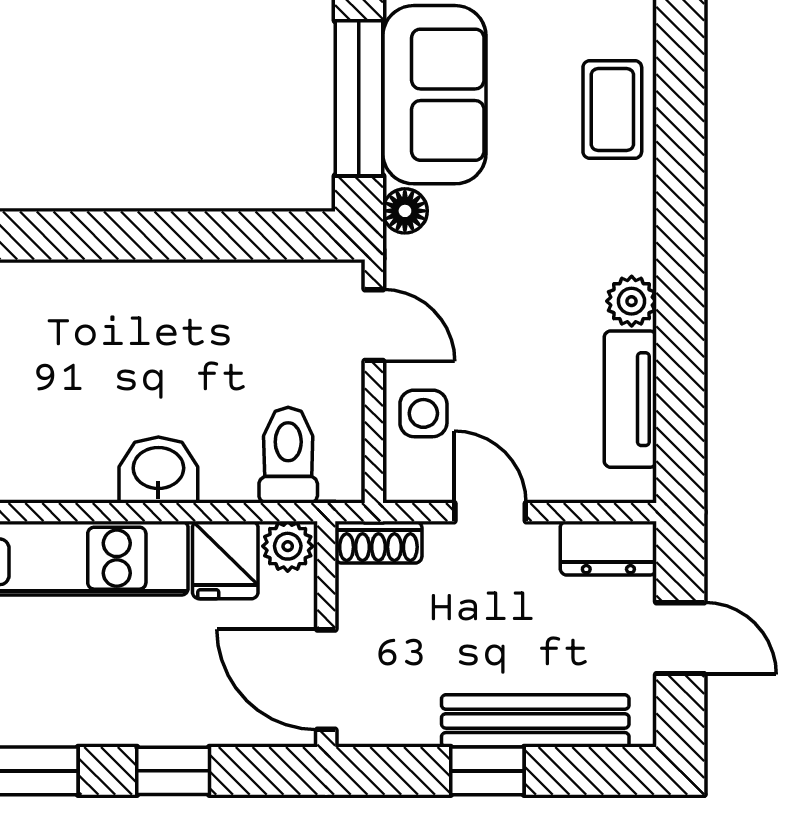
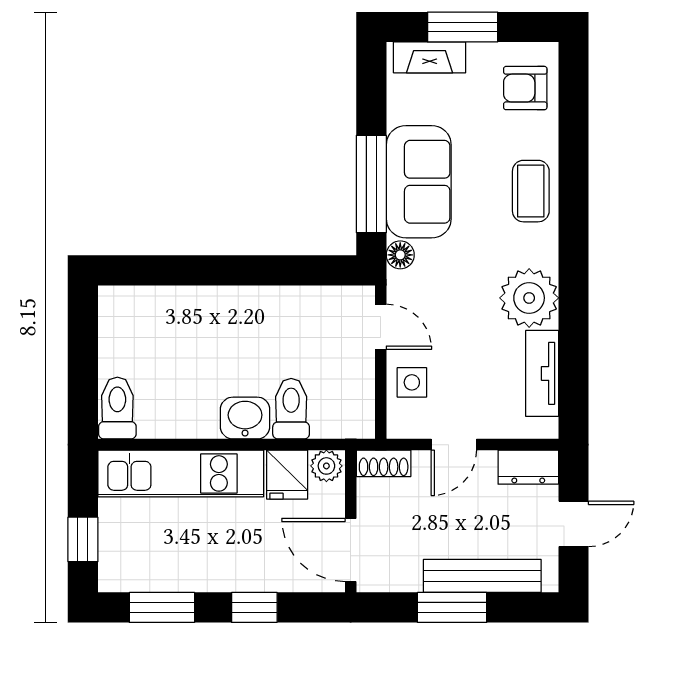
plant: (632, 301) -> (529, 298), width x1.88, depth x1.88
toilet: (288, 455) -> (291, 409), moved
door: (490, 512) -> (454, 445), swing flipped
door: (680, 638) -> (573, 524), hinge flipped
window: (487, 771) -> (452, 607), width x1.50

